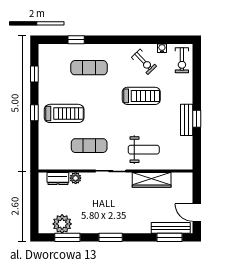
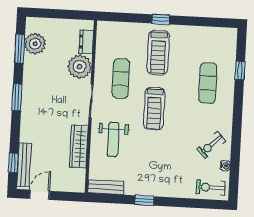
window: (34, 74) -> (204, 22), removed
treadmill: (141, 96) -> (154, 109), moved
bench: (187, 120) -> (106, 187), moved
plant: (76, 178) -> (80, 67), width x1.87, depth x1.87
window: (170, 237) -> (13, 163), width x0.67

